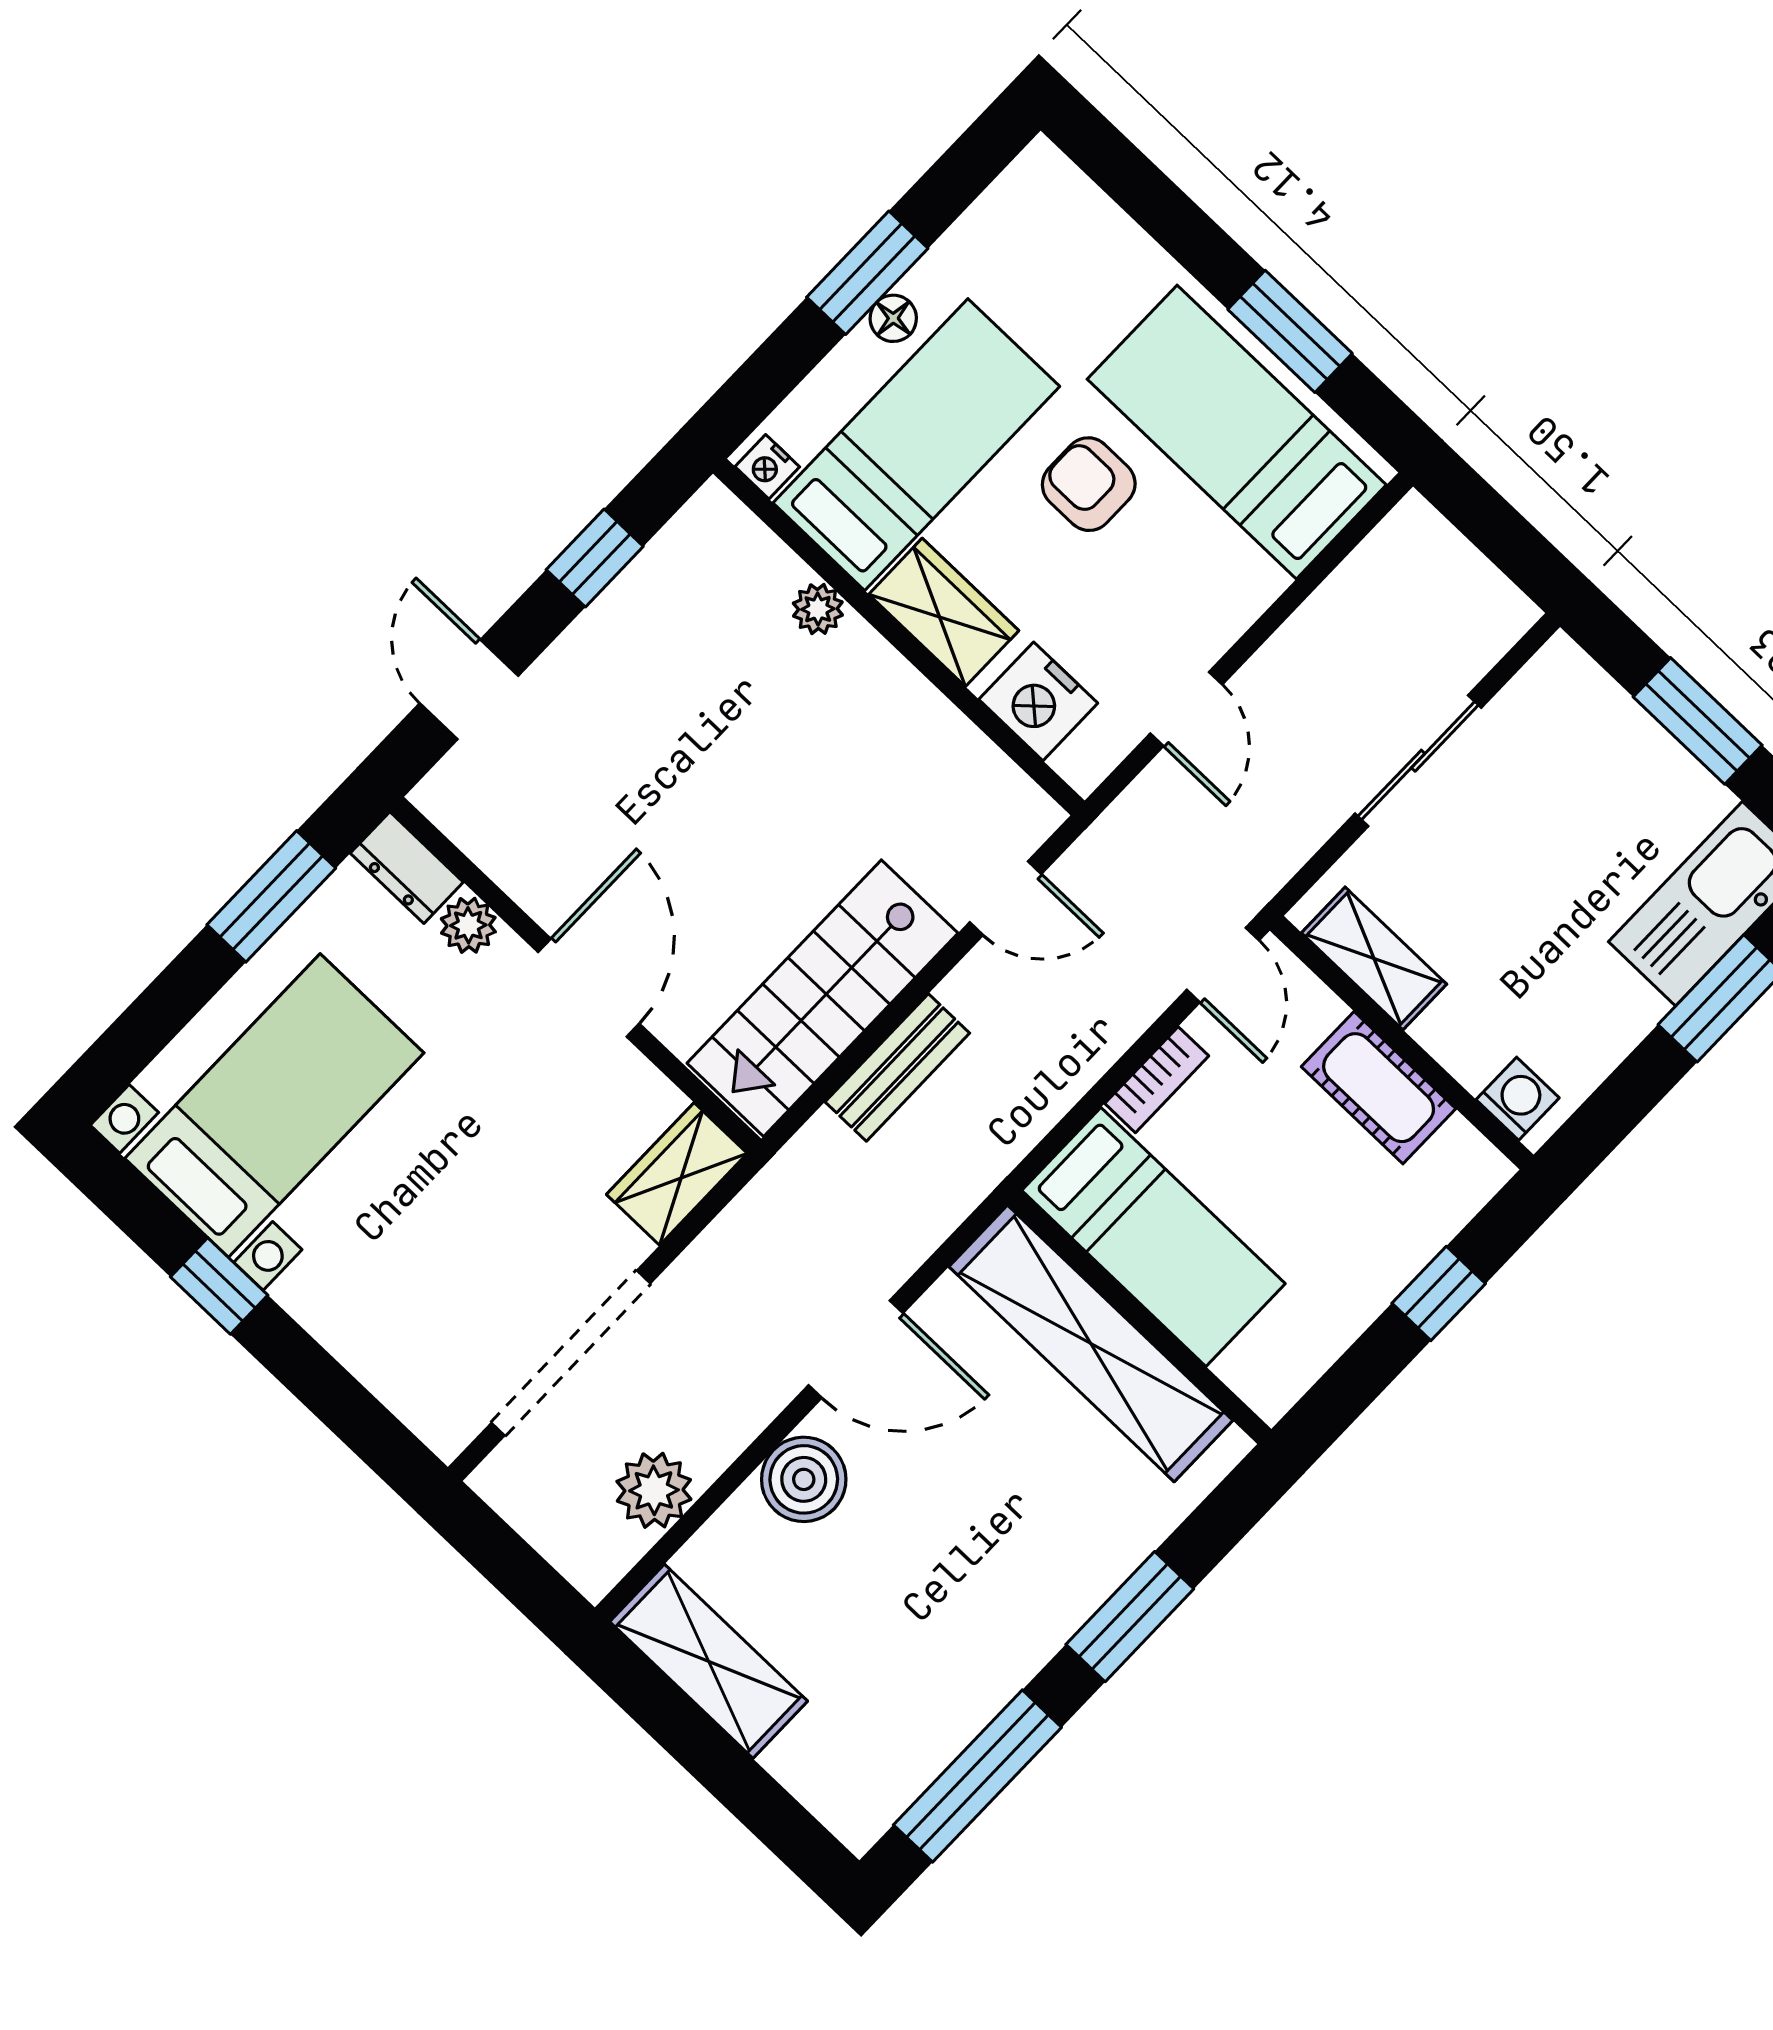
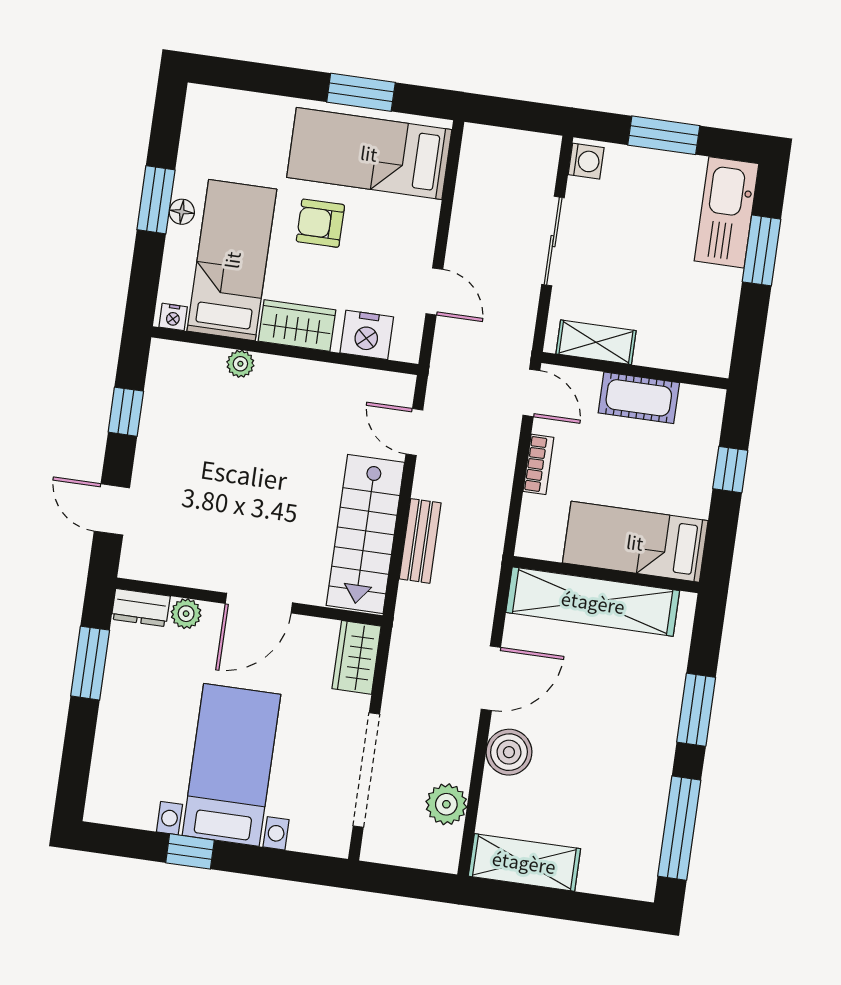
door: (1006, 898) -> (414, 432), swing flipped
door: (589, 988) -> (259, 603), swing flipped
washing machine: (1518, 1099) -> (586, 161), moved, turned 90
bed with nightstands: (274, 1106) -> (231, 765), moved
bed: (1153, 1237) -> (635, 542), moved, turned 180

